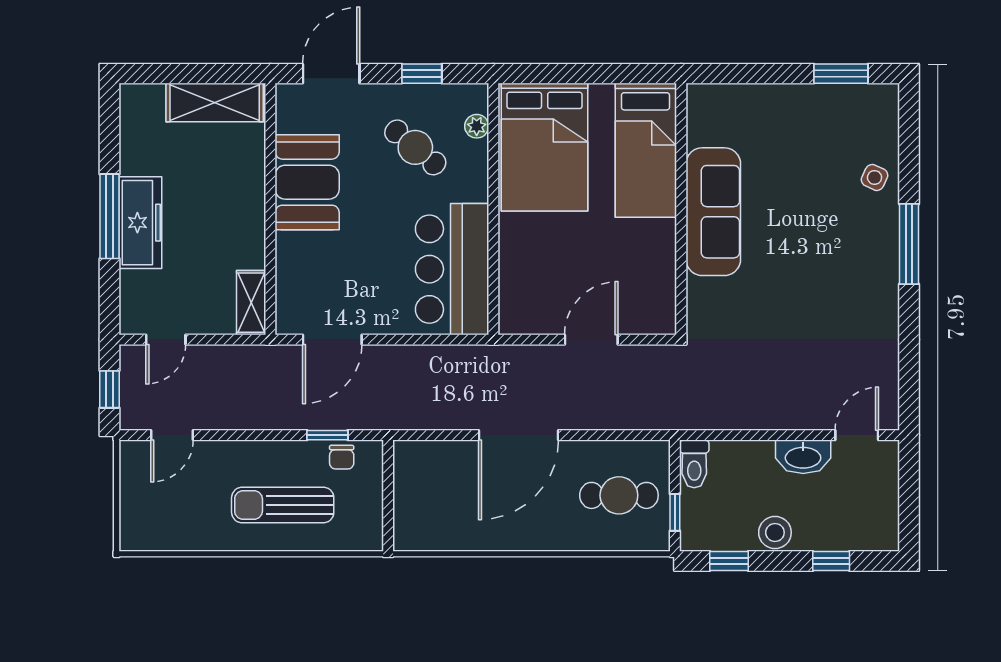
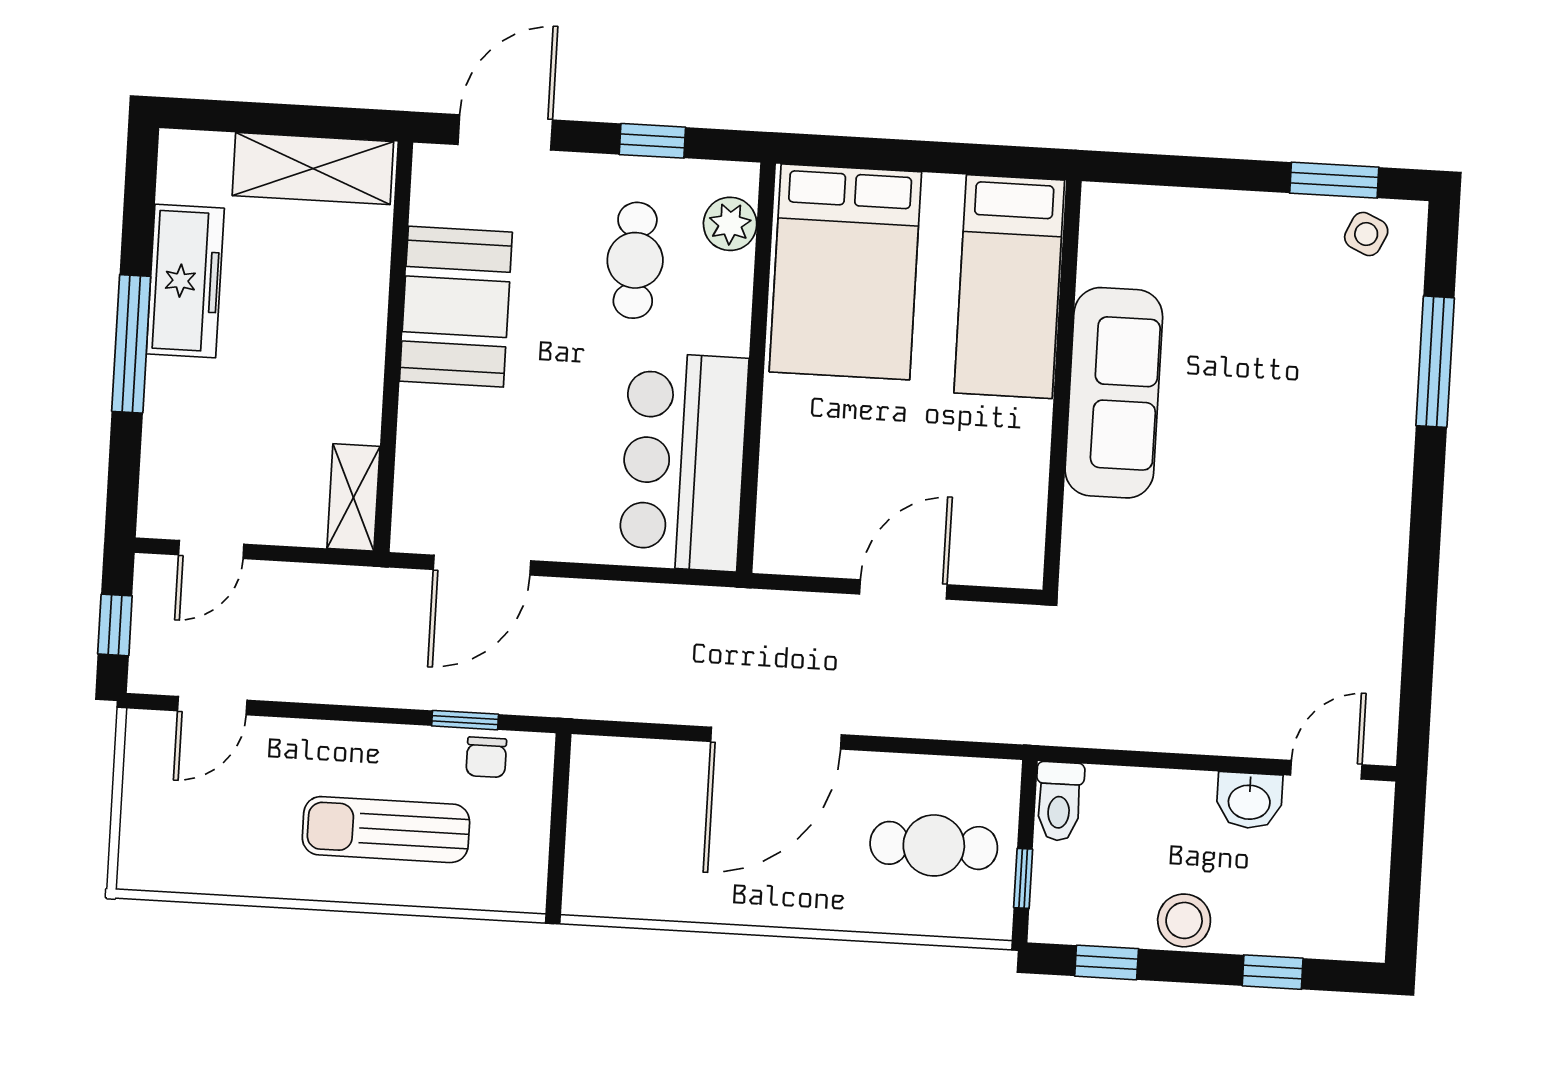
plant: (477, 126) -> (730, 224), width x1.38, depth x1.38
cafe table: (415, 147) -> (635, 260), turned 50
side table: (875, 177) -> (1366, 234), moved
freezer: (140, 223) -> (185, 281), moved
window: (909, 244) -> (1435, 362), moved
washbasin: (803, 457) -> (1249, 801), width x0.72

